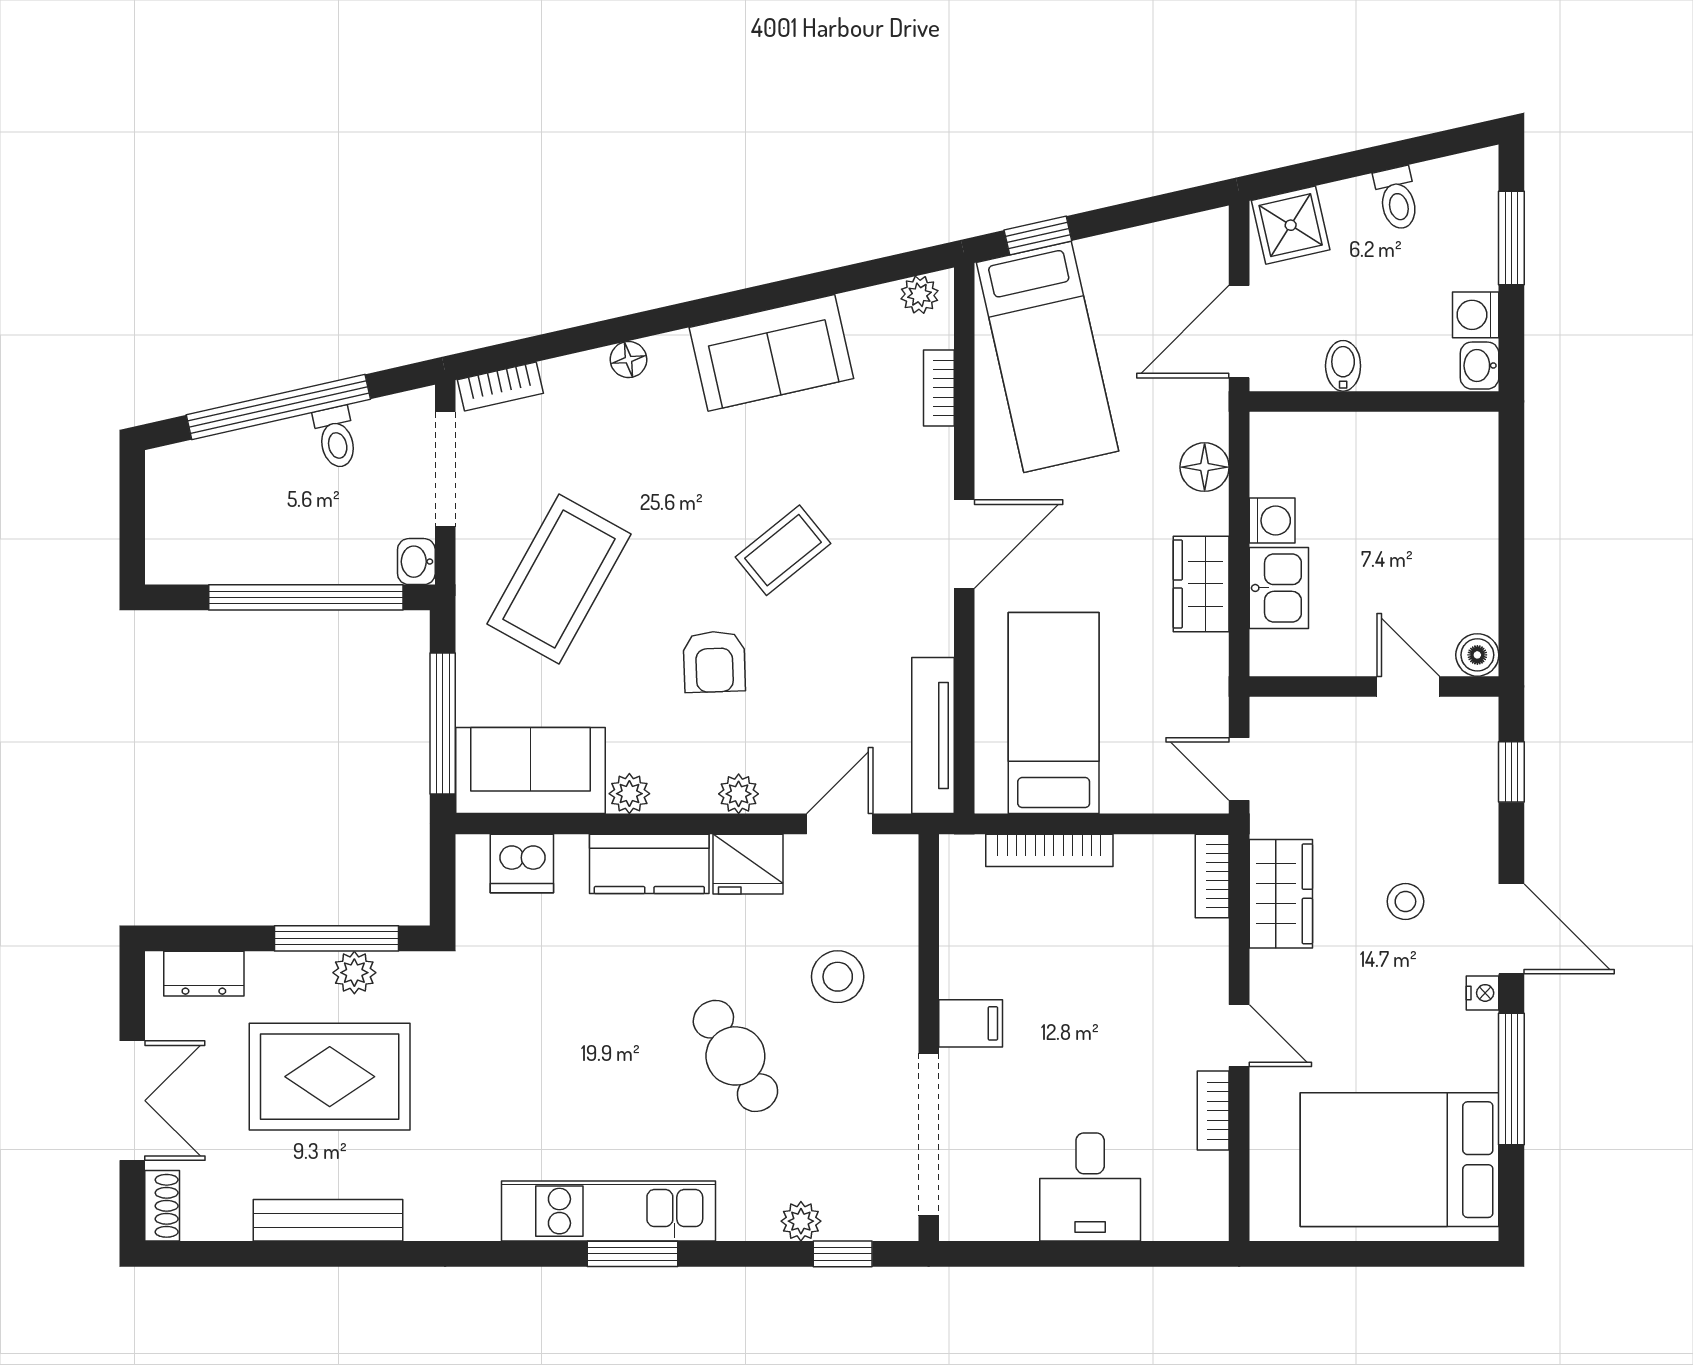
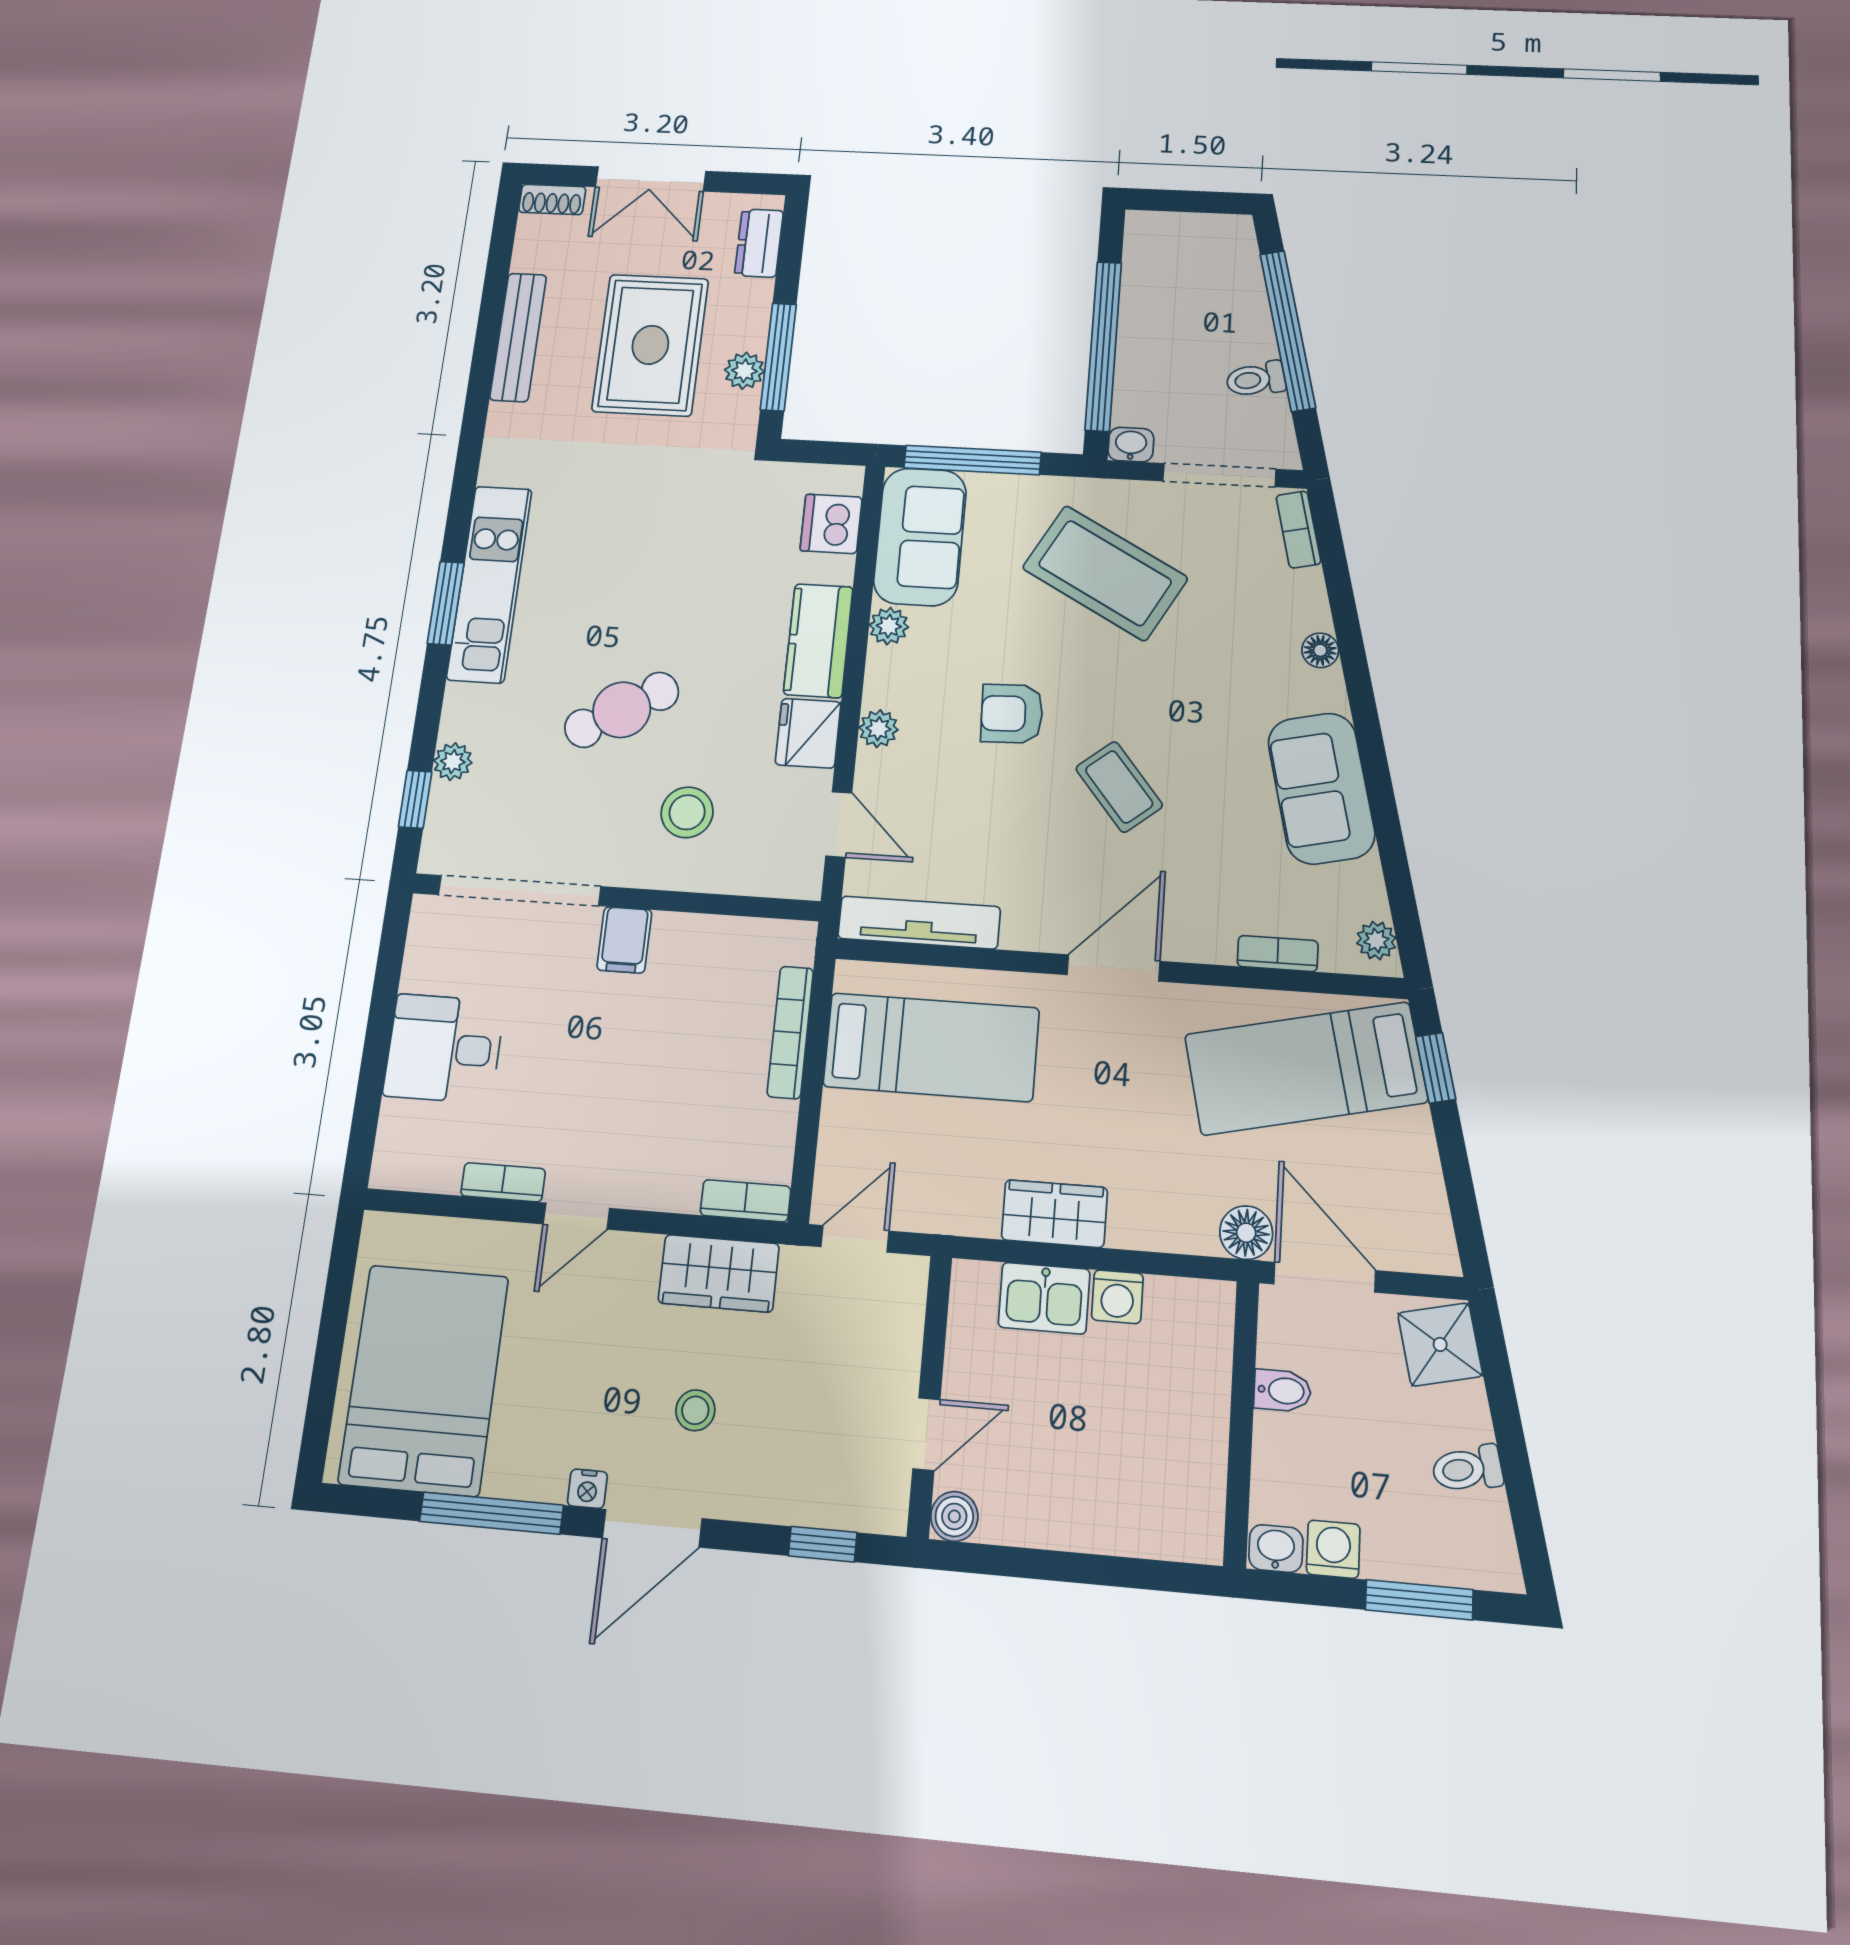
floor lamp: (1205, 467) -> (1246, 1233), moved
door: (964, 544) -> (1113, 968), swing flipped

